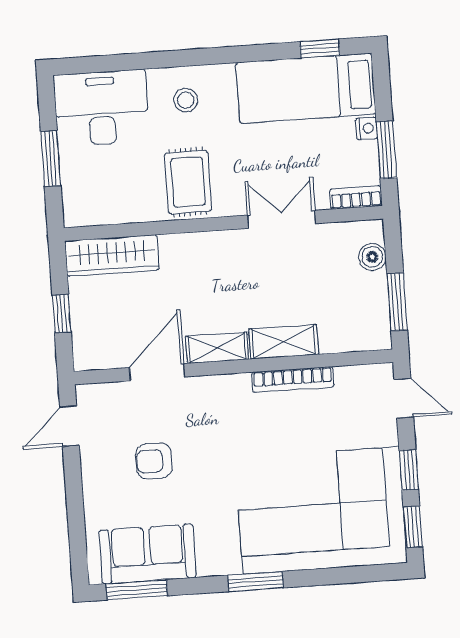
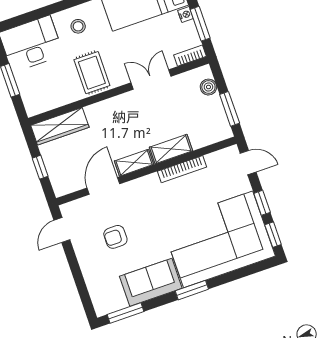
sofa: (148, 554) -> (151, 282), moved

